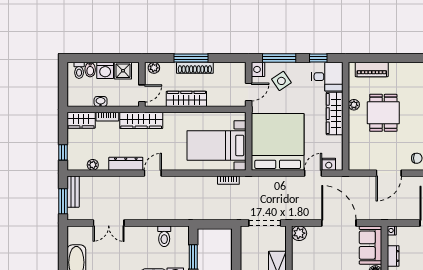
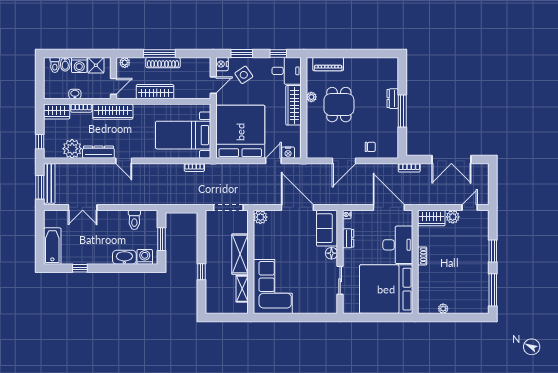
window: (279, 58) -> (242, 53), width x0.69
plant: (93, 165) -> (72, 149), width x1.88, depth x1.88
door: (153, 173) -> (124, 161), swing flipped
bench: (73, 192) -> (49, 183), width x1.36

